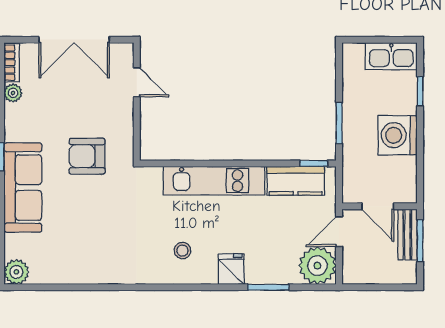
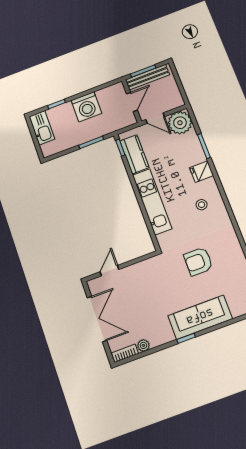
armchair: (87, 156) -> (198, 262), moved, turned 90
bench: (407, 235) -> (147, 77), width x1.36

